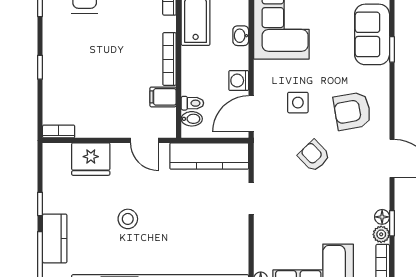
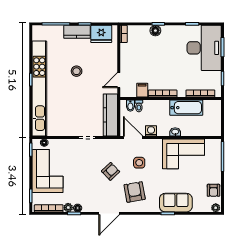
floor lamp: (52, 72) -> (155, 31), added
fridge: (91, 159) -> (101, 34), moved, turned -90
kitchen counter: (55, 238) -> (77, 32), moved

